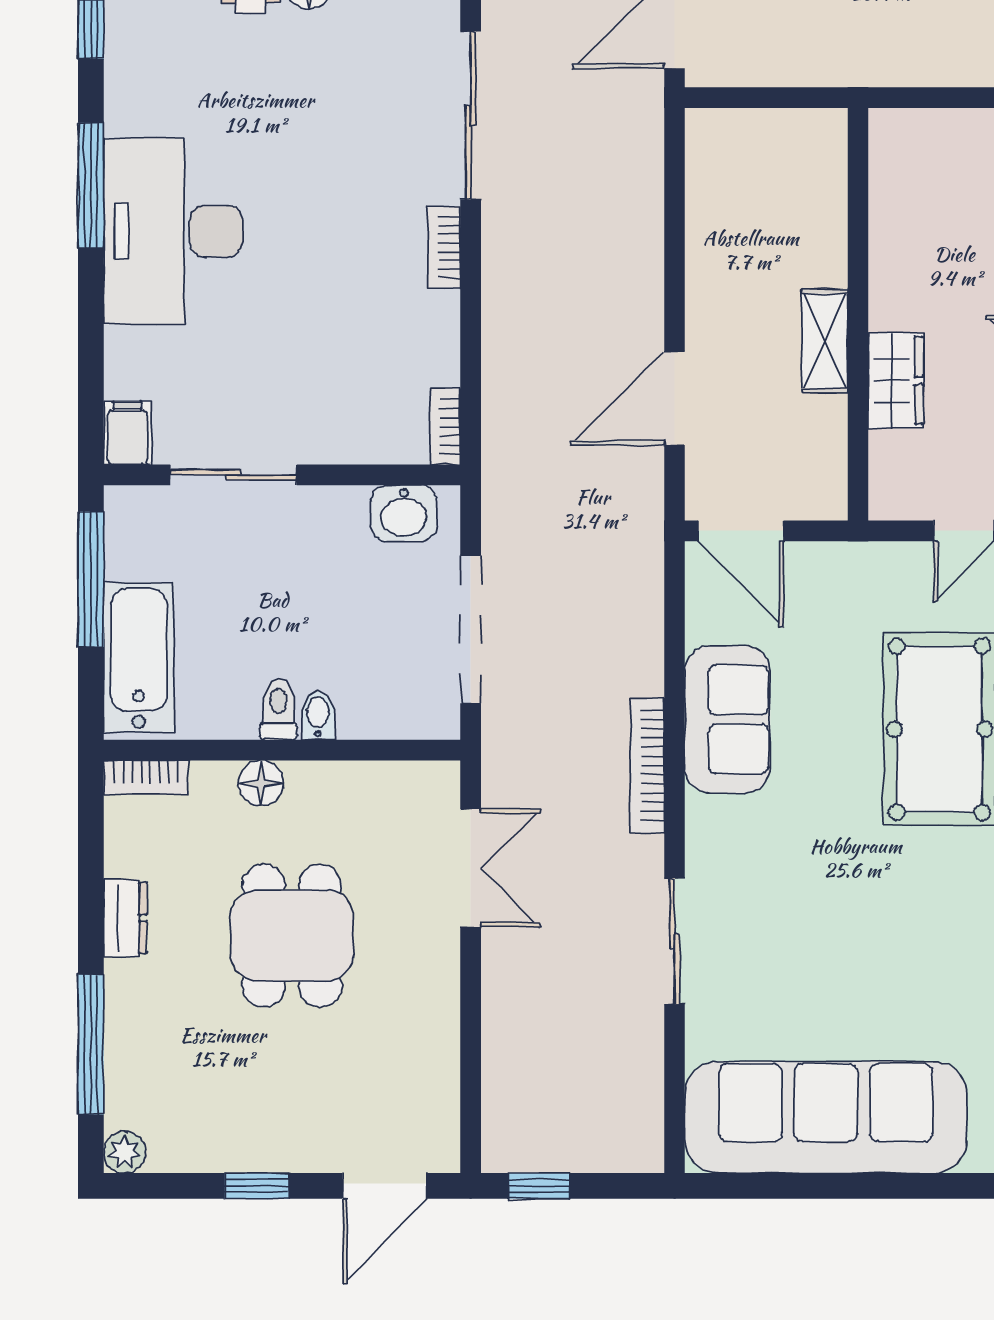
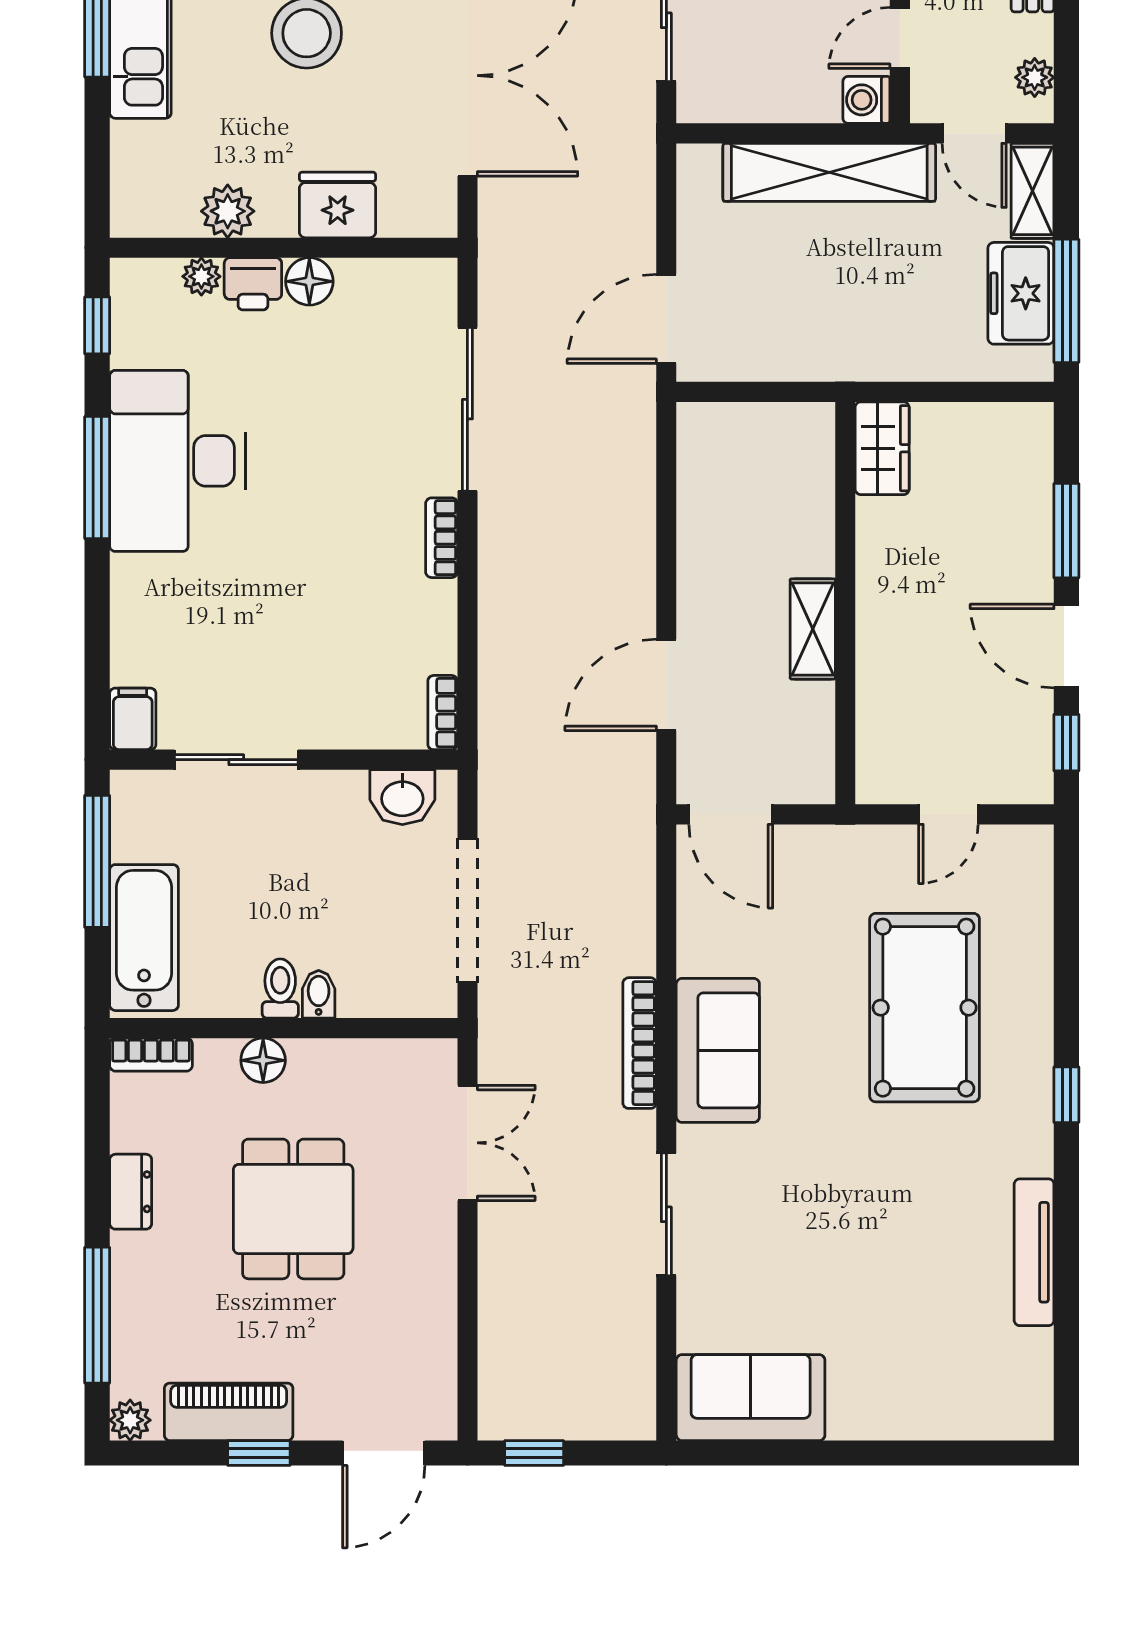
desk: (173, 231) -> (177, 461), moved
wardrobe: (896, 380) -> (882, 448), moved
sofa: (727, 719) -> (718, 1050), moved
sofa: (826, 1117) -> (751, 1398), width x0.54, depth x0.79
piano: (226, 1144) -> (229, 1412), added

